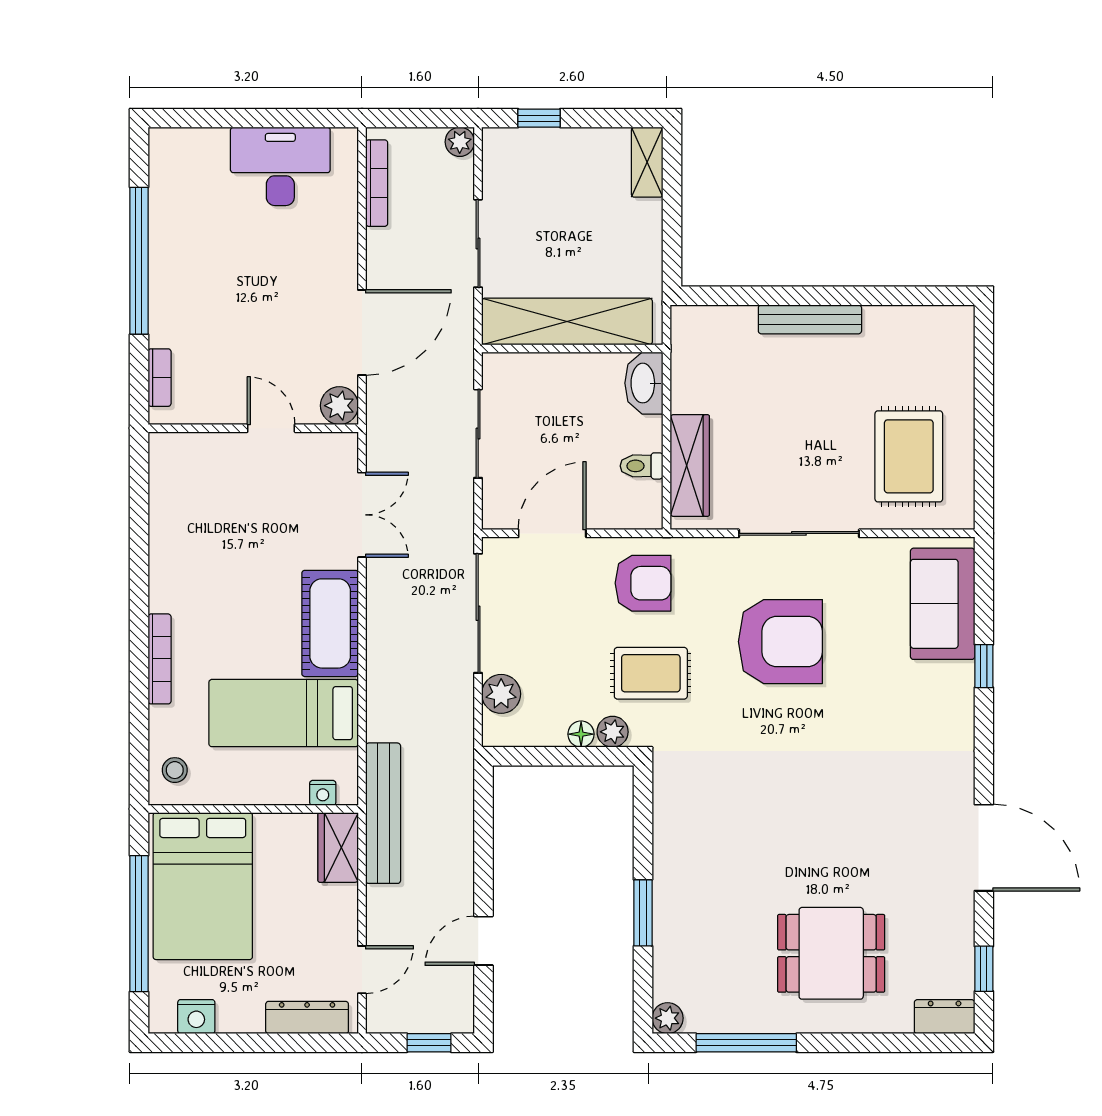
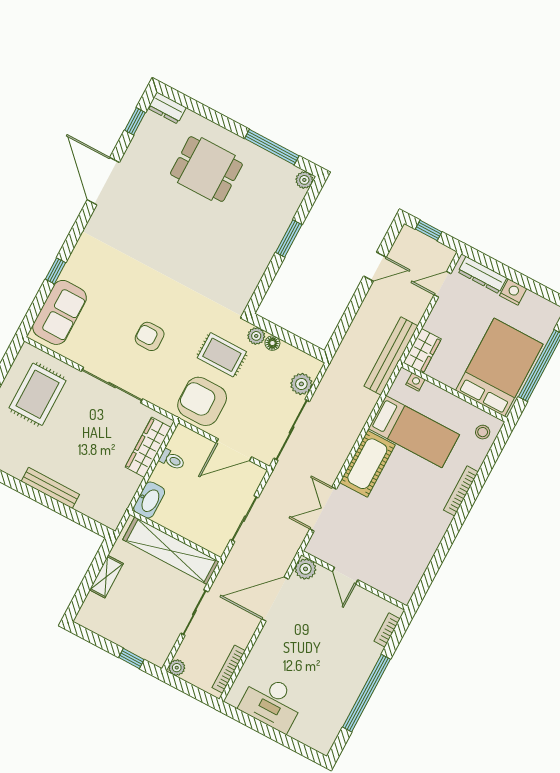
shelving: (647, 162) -> (106, 577), moved
armchair: (643, 583) -> (202, 401), width x1.36, depth x1.36
armchair: (780, 642) -> (150, 336), width x0.53, depth x0.53
nightstand: (196, 1017) -> (513, 292), moved

